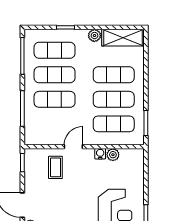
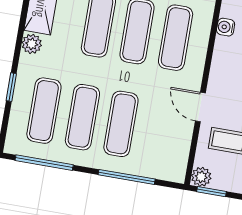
water cooler: (100, 154) -> (226, 27), moved
plant: (113, 155) -> (201, 177), moved

